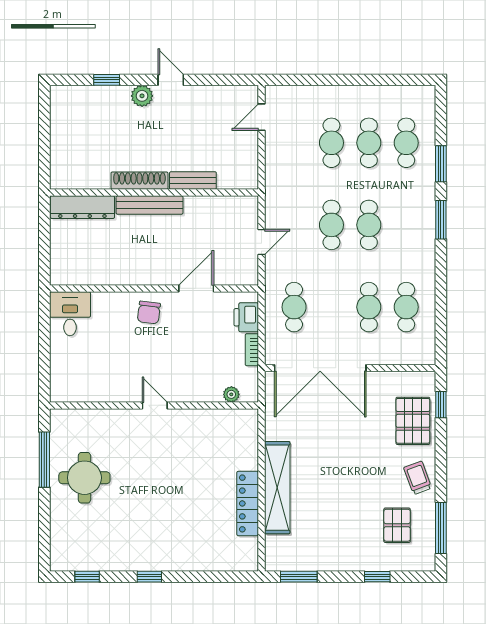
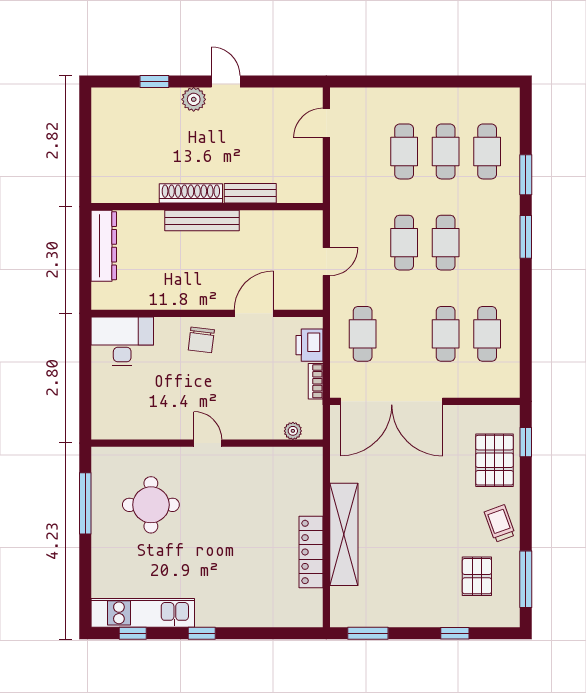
dresser: (82, 207) -> (104, 246), moved, turned -90
desk: (70, 314) -> (122, 341), width x1.37
round table: (84, 478) -> (151, 505), moved
kitchen unit: (96, 558) -> (143, 613), added

